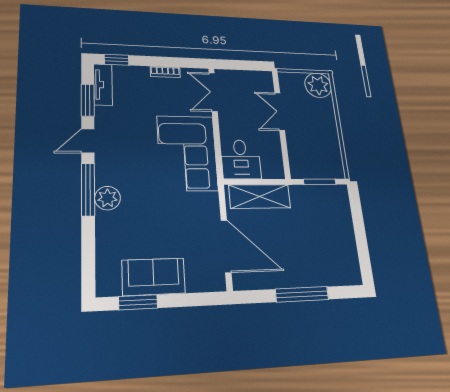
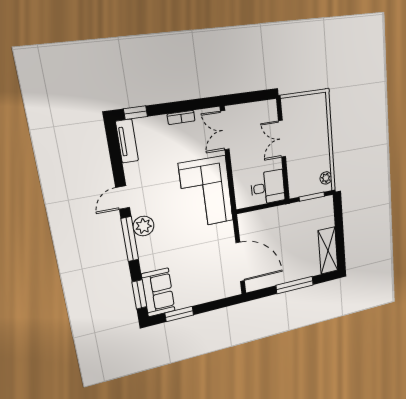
plant: (318, 85) -> (326, 178), moved, width x0.53, depth x0.53
window: (88, 100) -> (139, 294), moved
desk: (241, 159) -> (268, 187), moved, turned -90
shelving: (260, 196) -> (328, 250), moved, turned 90
plant: (108, 198) -> (144, 226), moved
sofa: (154, 277) -> (158, 292), moved, turned 90

